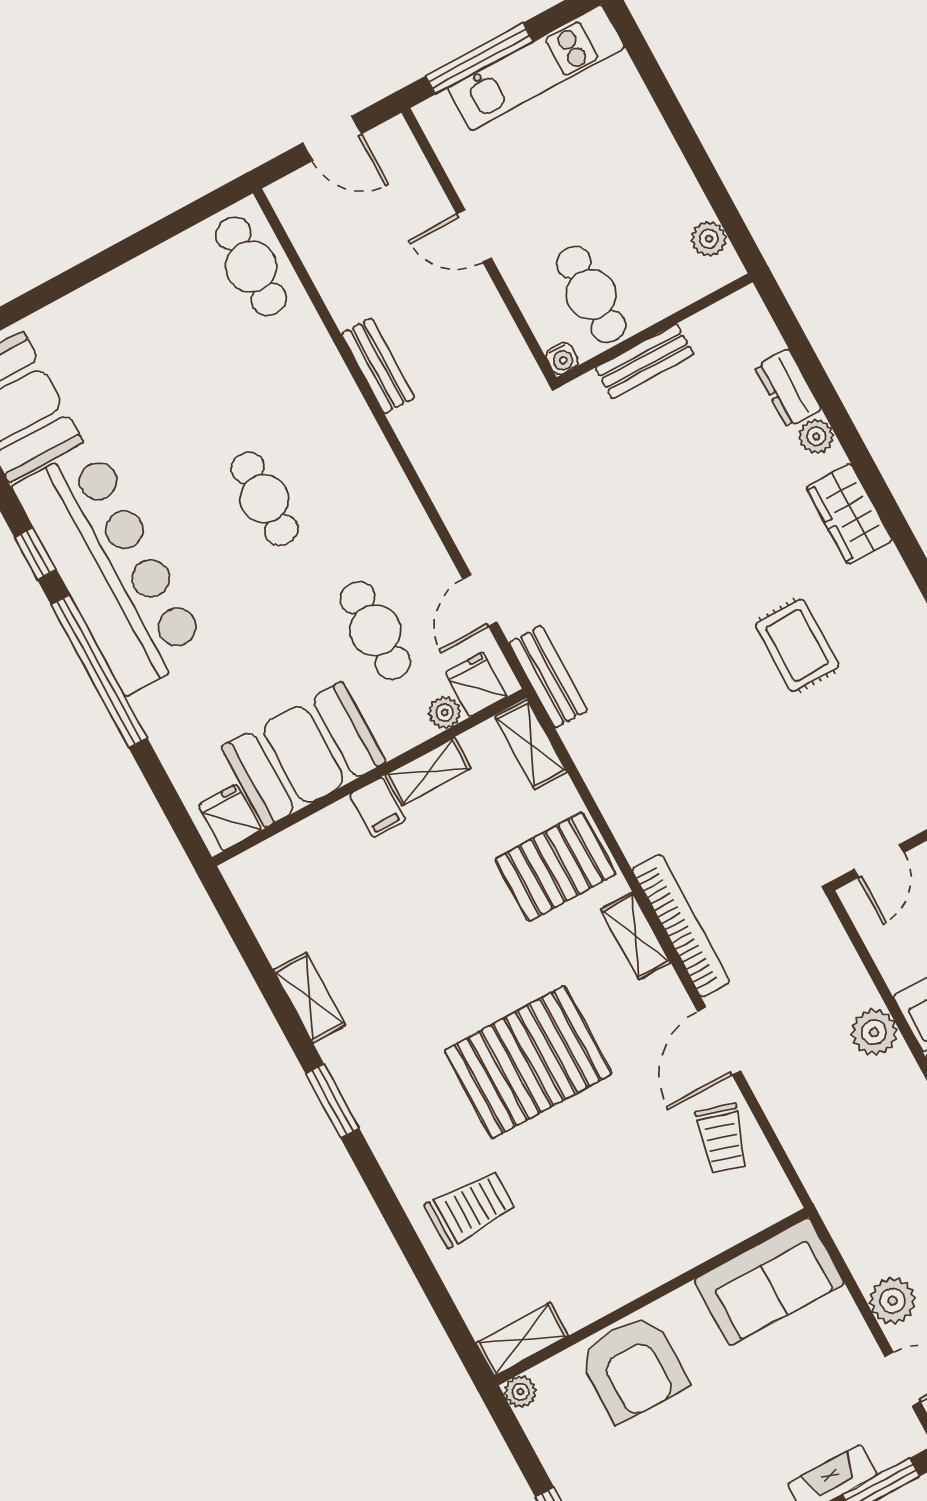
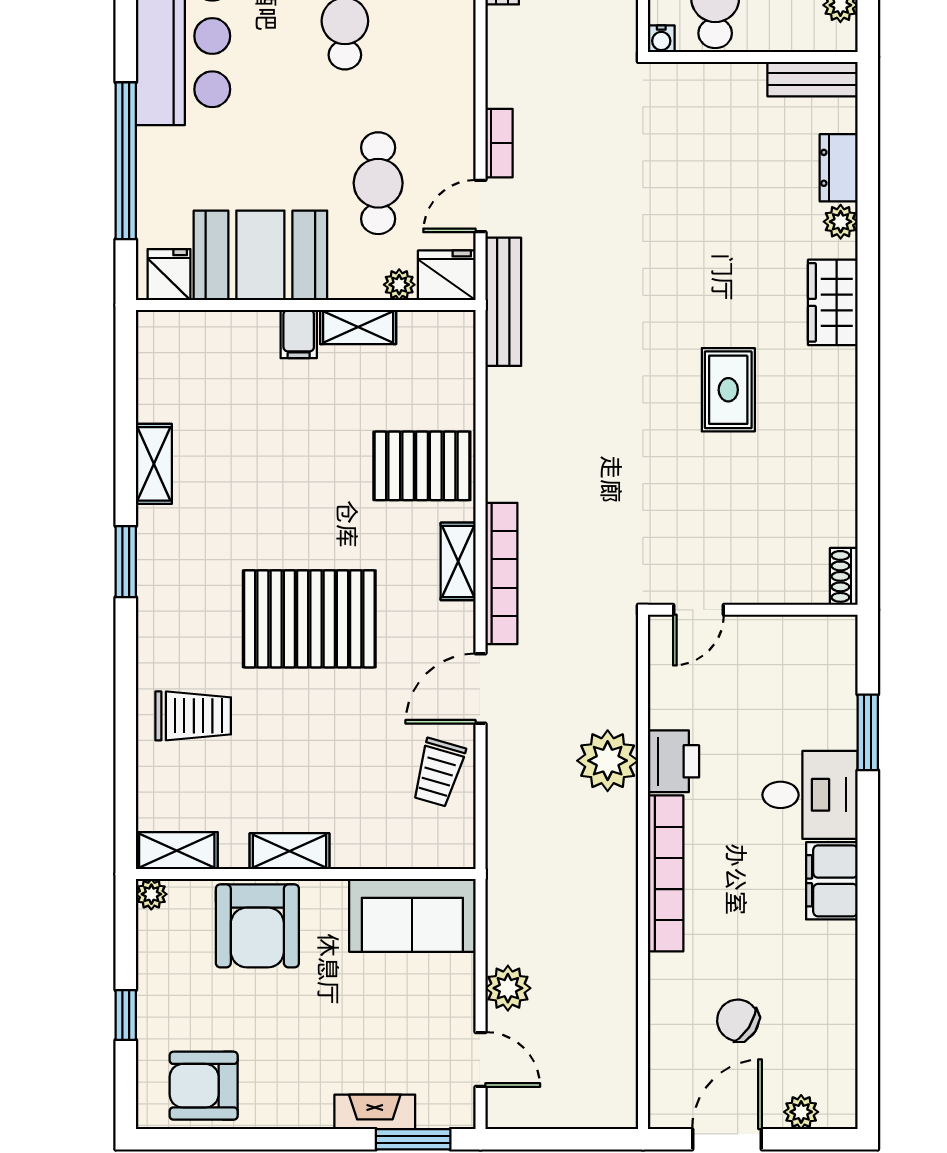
bench: (644, 361) -> (813, 79), moved
bookcase: (466, 534) -> (499, 143), added
window: (99, 671) -> (126, 161), moved
bench: (548, 677) -> (503, 302), width x1.36
fridge: (476, 684) -> (447, 275), width x1.38
shelving: (531, 744) -> (290, 851), moved, turned 90
plant: (874, 1032) -> (608, 761), width x1.36, depth x1.36

